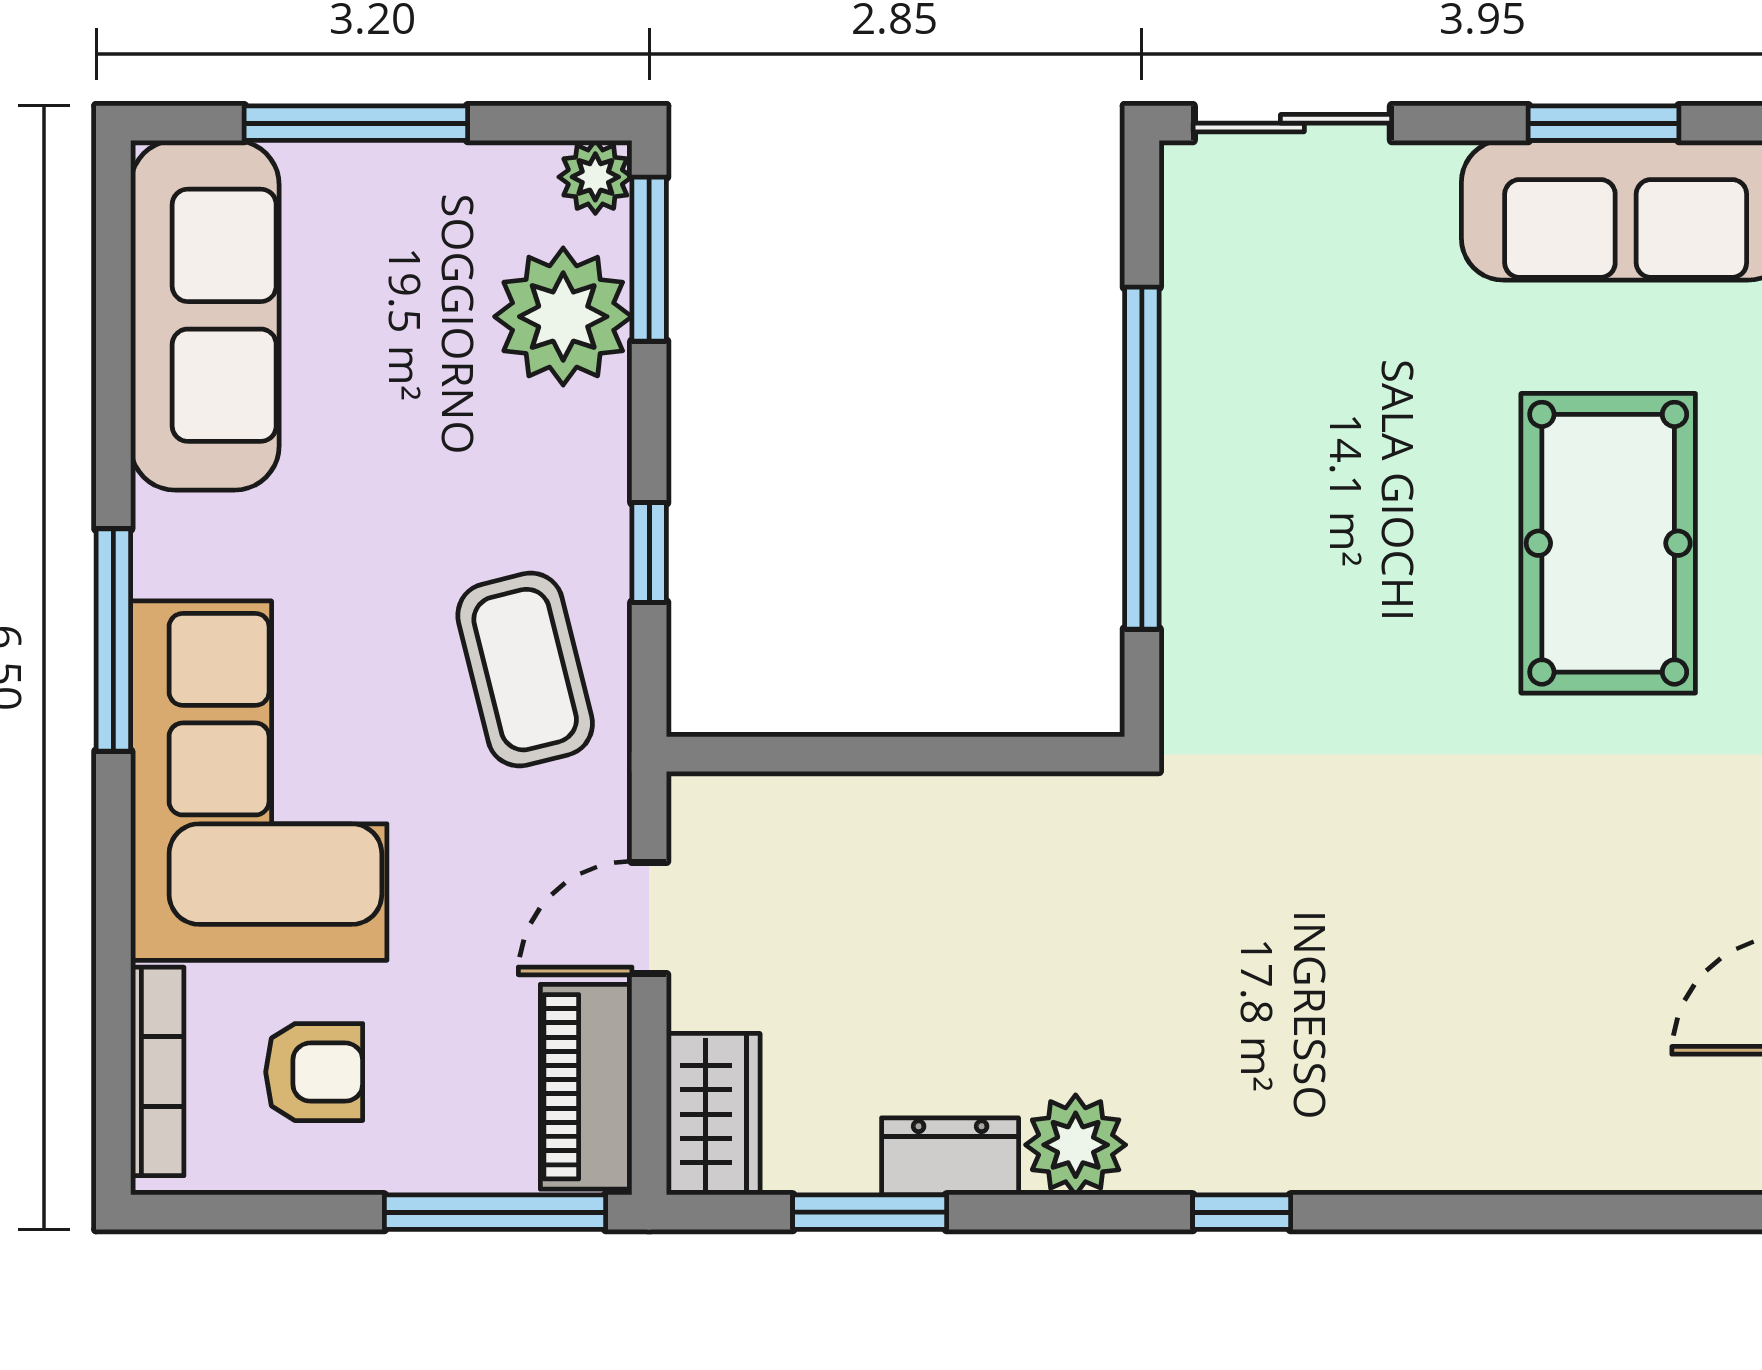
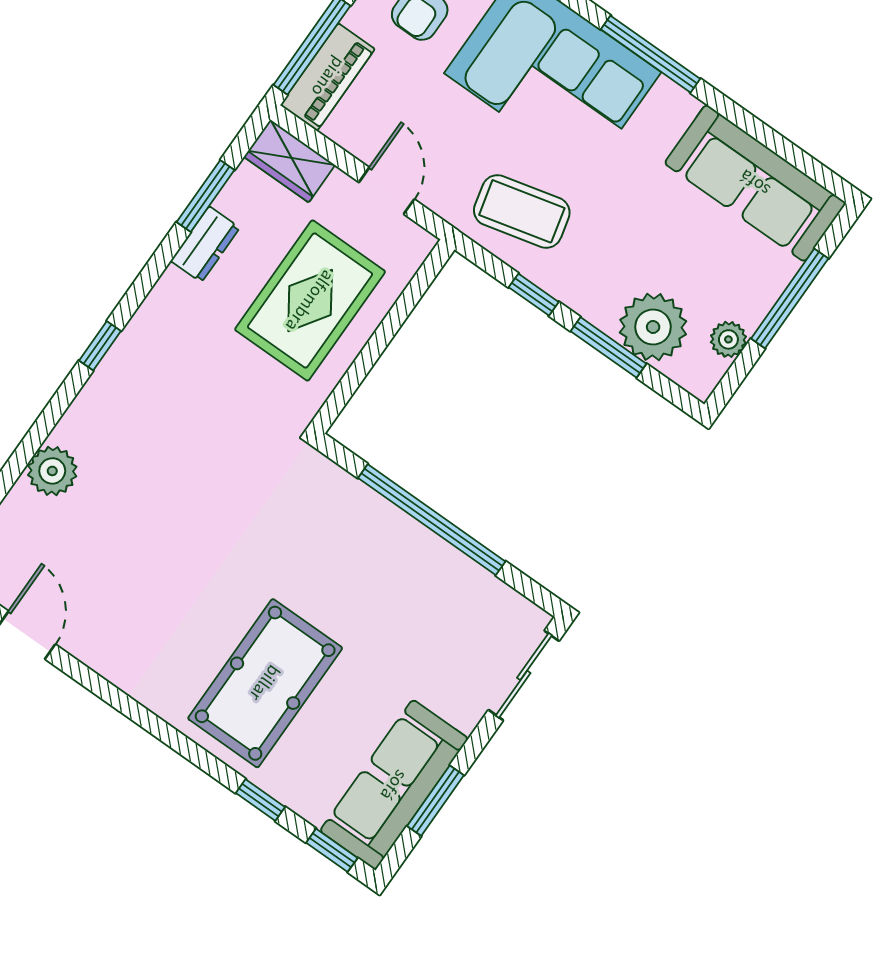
plant: (595, 177) -> (728, 339), moved
window: (649, 259) -> (609, 347), moved
pool table: (1608, 543) -> (265, 683), turned 90
rug: (921, 917) -> (310, 301), added
piano: (586, 1087) -> (328, 77), moved, turned 90
plant: (1076, 1145) -> (52, 471), moved

